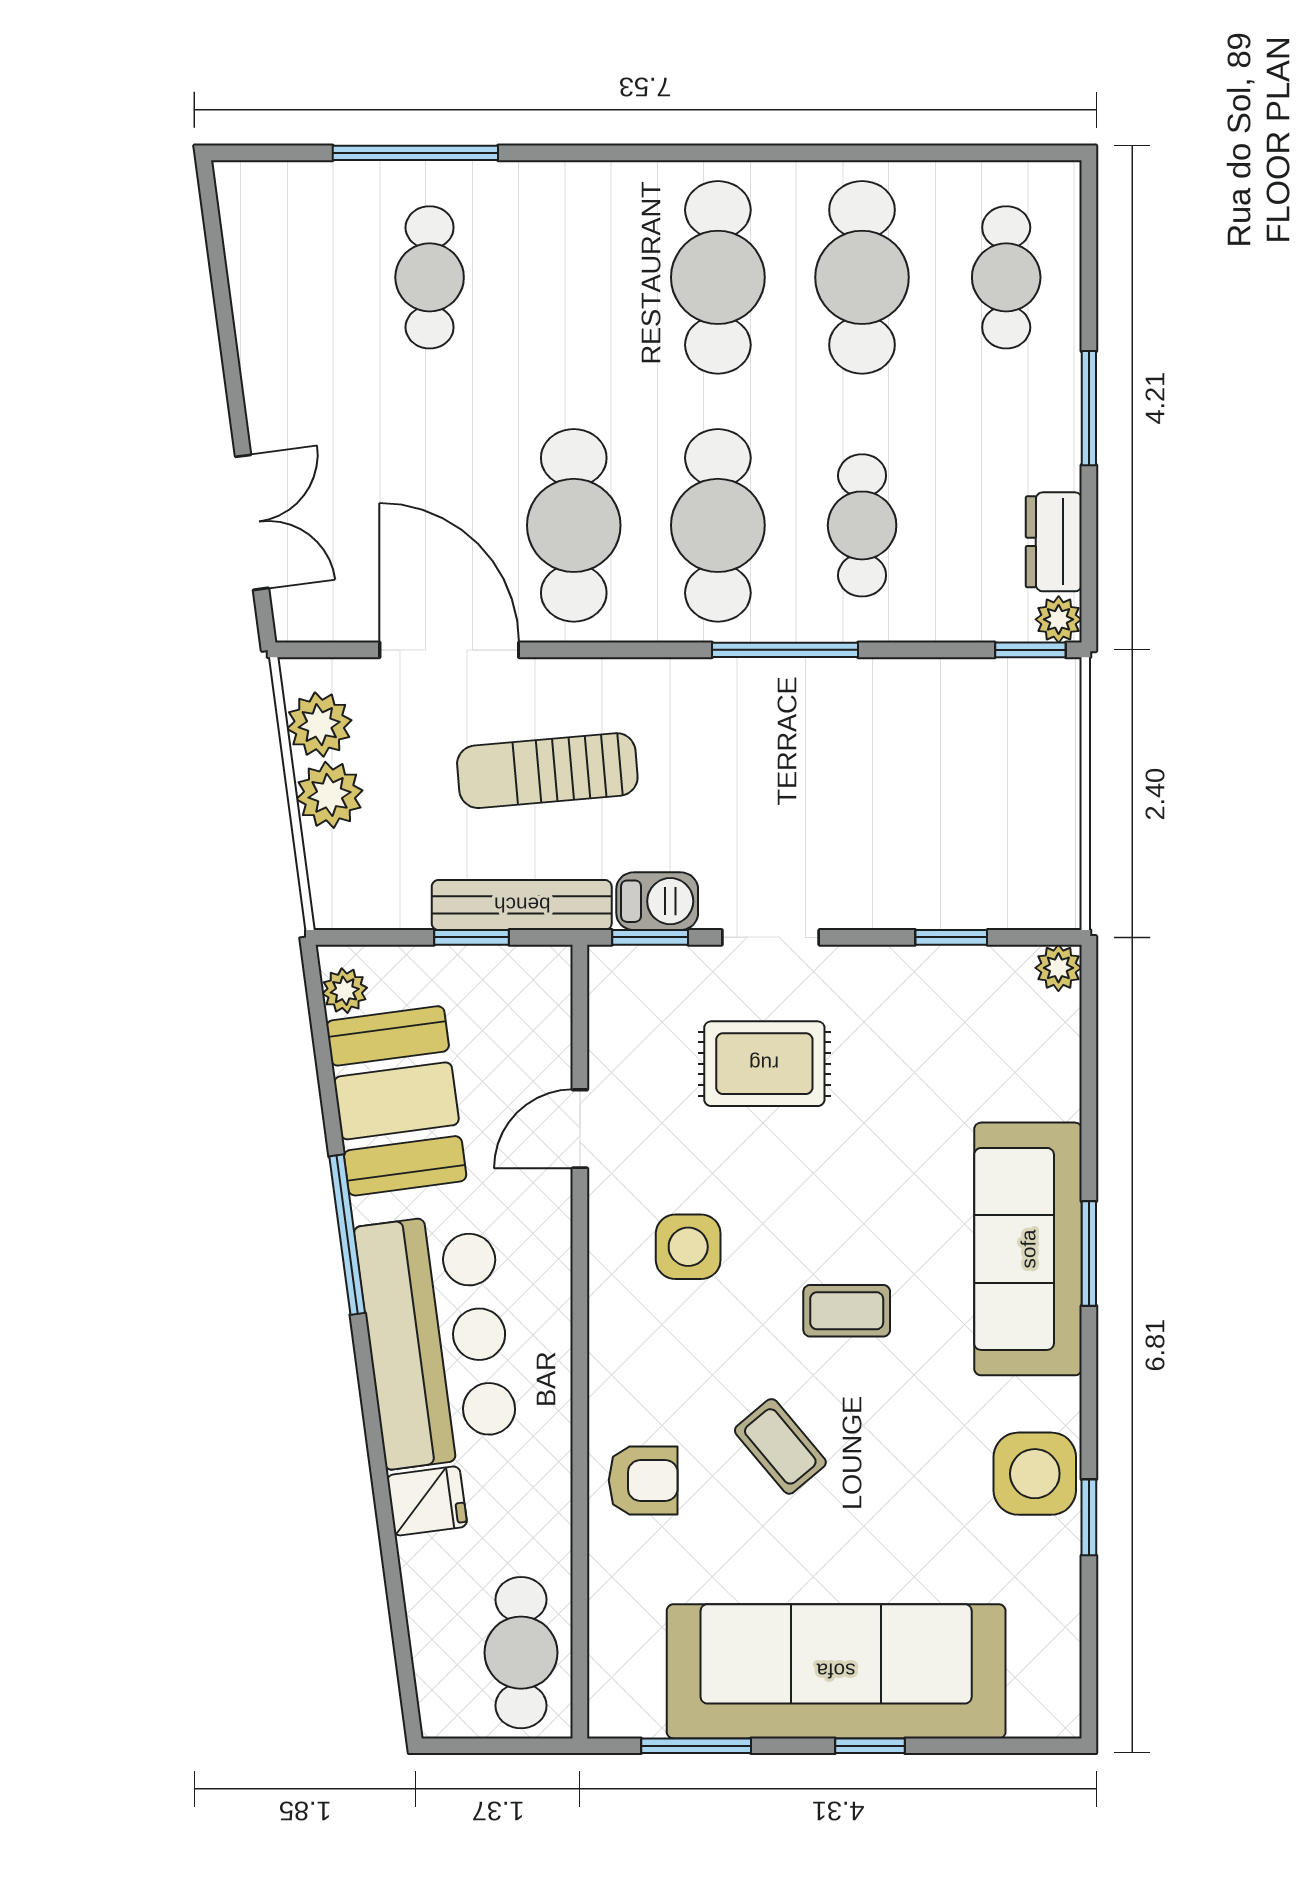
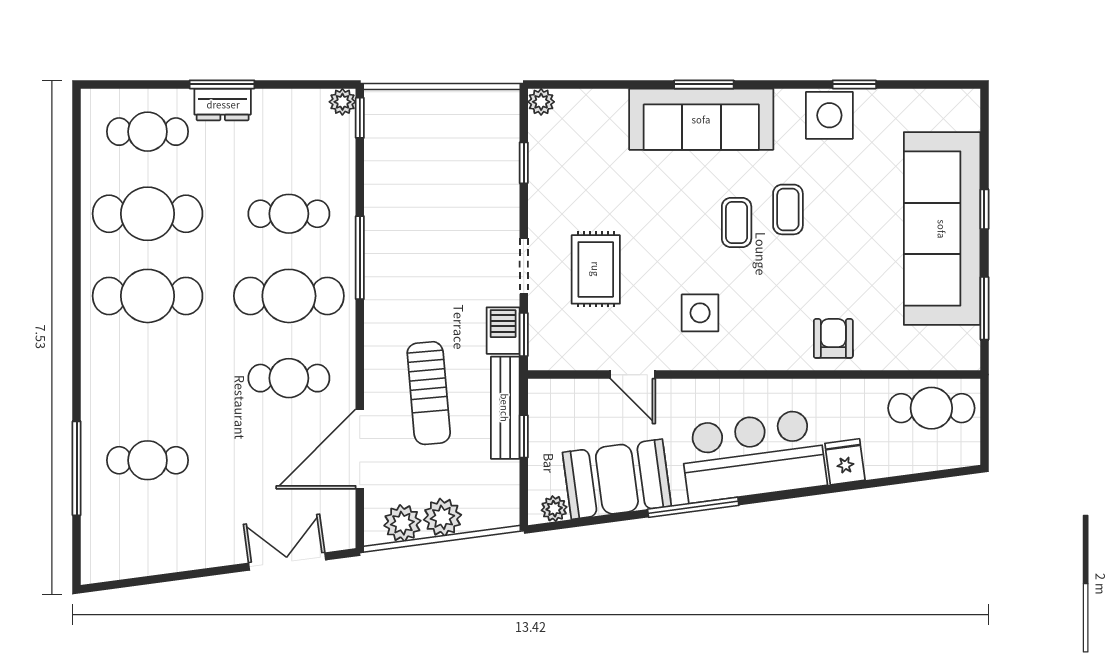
cafe table: (574, 525) -> (289, 378), width x0.73, depth x0.74
dresser: (1054, 542) -> (223, 104), moved
coffee table: (780, 1446) -> (788, 209), moved, turned -50

